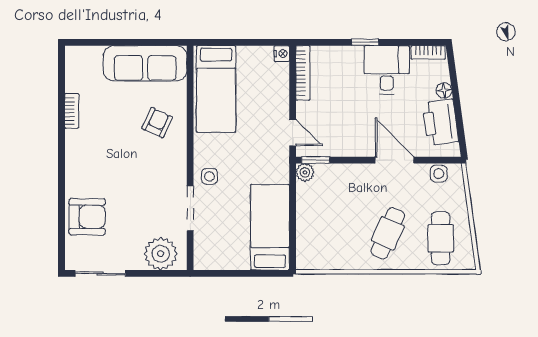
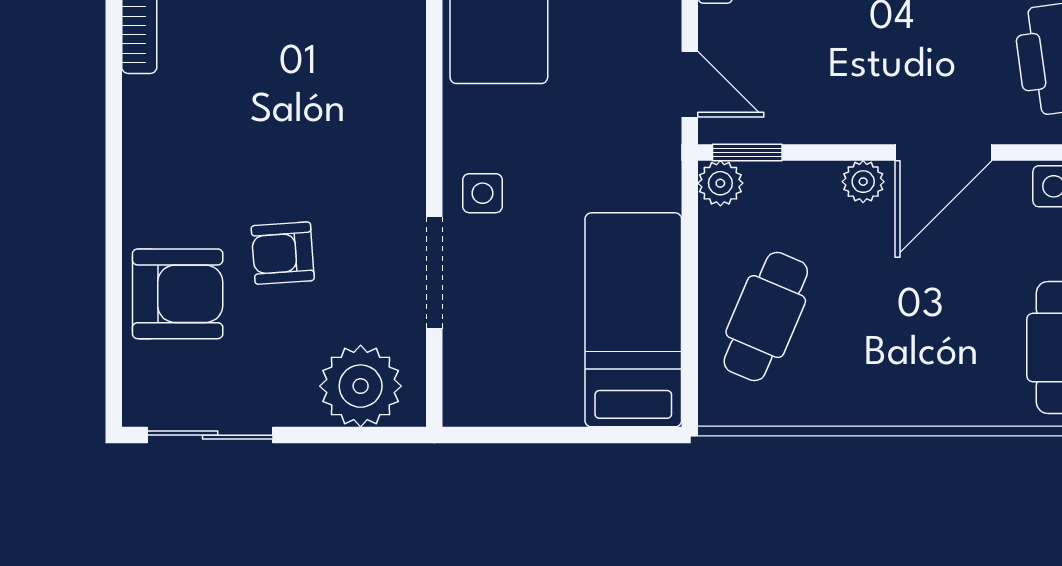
armchair: (157, 123) -> (283, 253), moved, turned -119
door: (394, 160) -> (943, 153), swing flipped
plant: (362, 172) -> (863, 182), added
cafe table: (388, 233) -> (766, 317), moved

